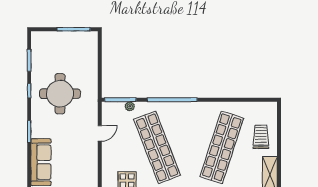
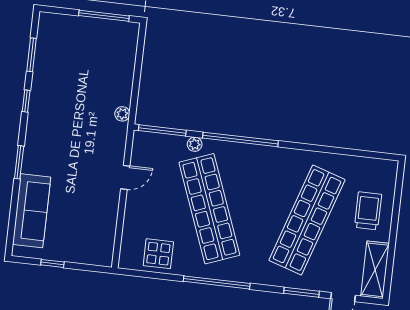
plant: (93, 92) -> (122, 114), added
round table: (60, 94) -> (72, 111), removed
plant: (130, 106) -> (195, 144), moved

